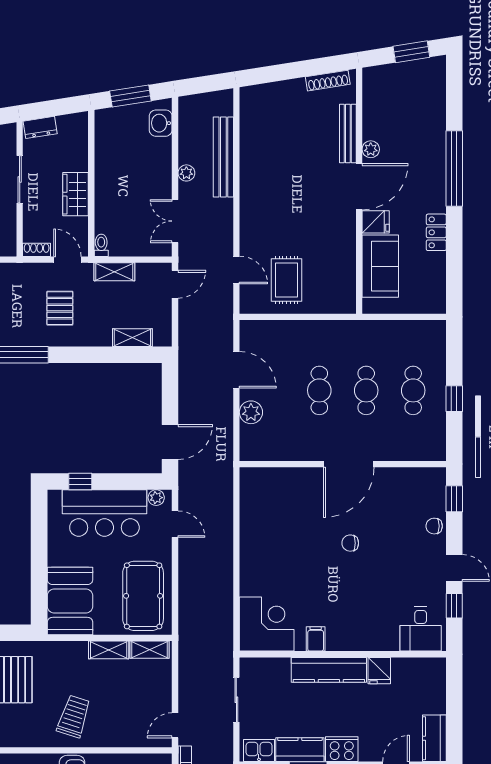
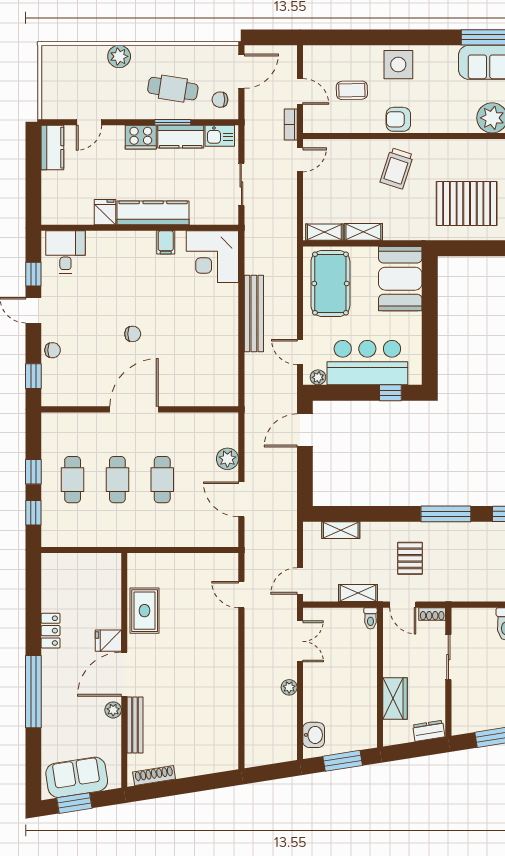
bench: (223, 157) -> (254, 314), moved
sliding door: (20, 179) -> (448, 657), moved
wardrobe: (76, 194) -> (395, 698), moved
sofa: (380, 266) -> (77, 777), moved, turned 81
rug: (287, 280) -> (145, 611), moved
window: (454, 356) -> (33, 513), added

